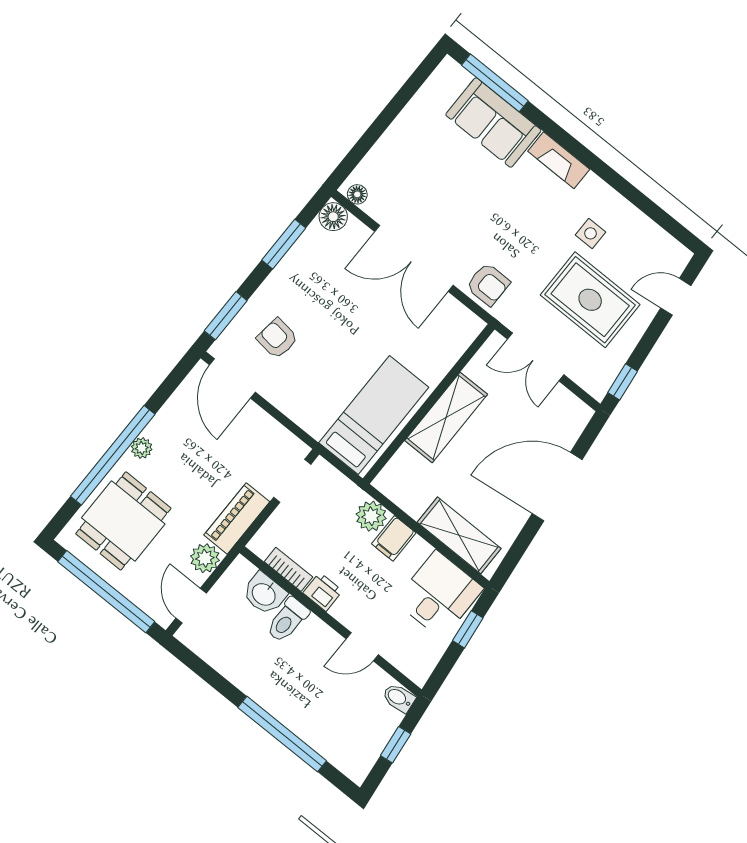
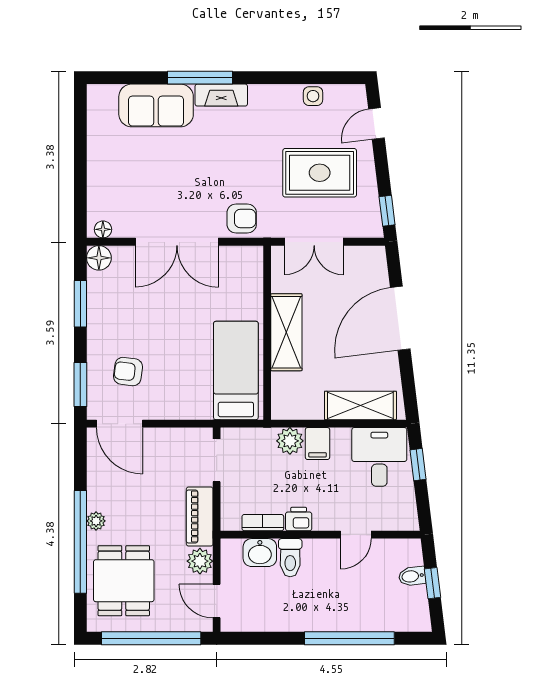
window: (495, 83) -> (200, 78), moved
side table: (590, 233) -> (313, 96), moved
bidet: (399, 698) -> (412, 576), moved

